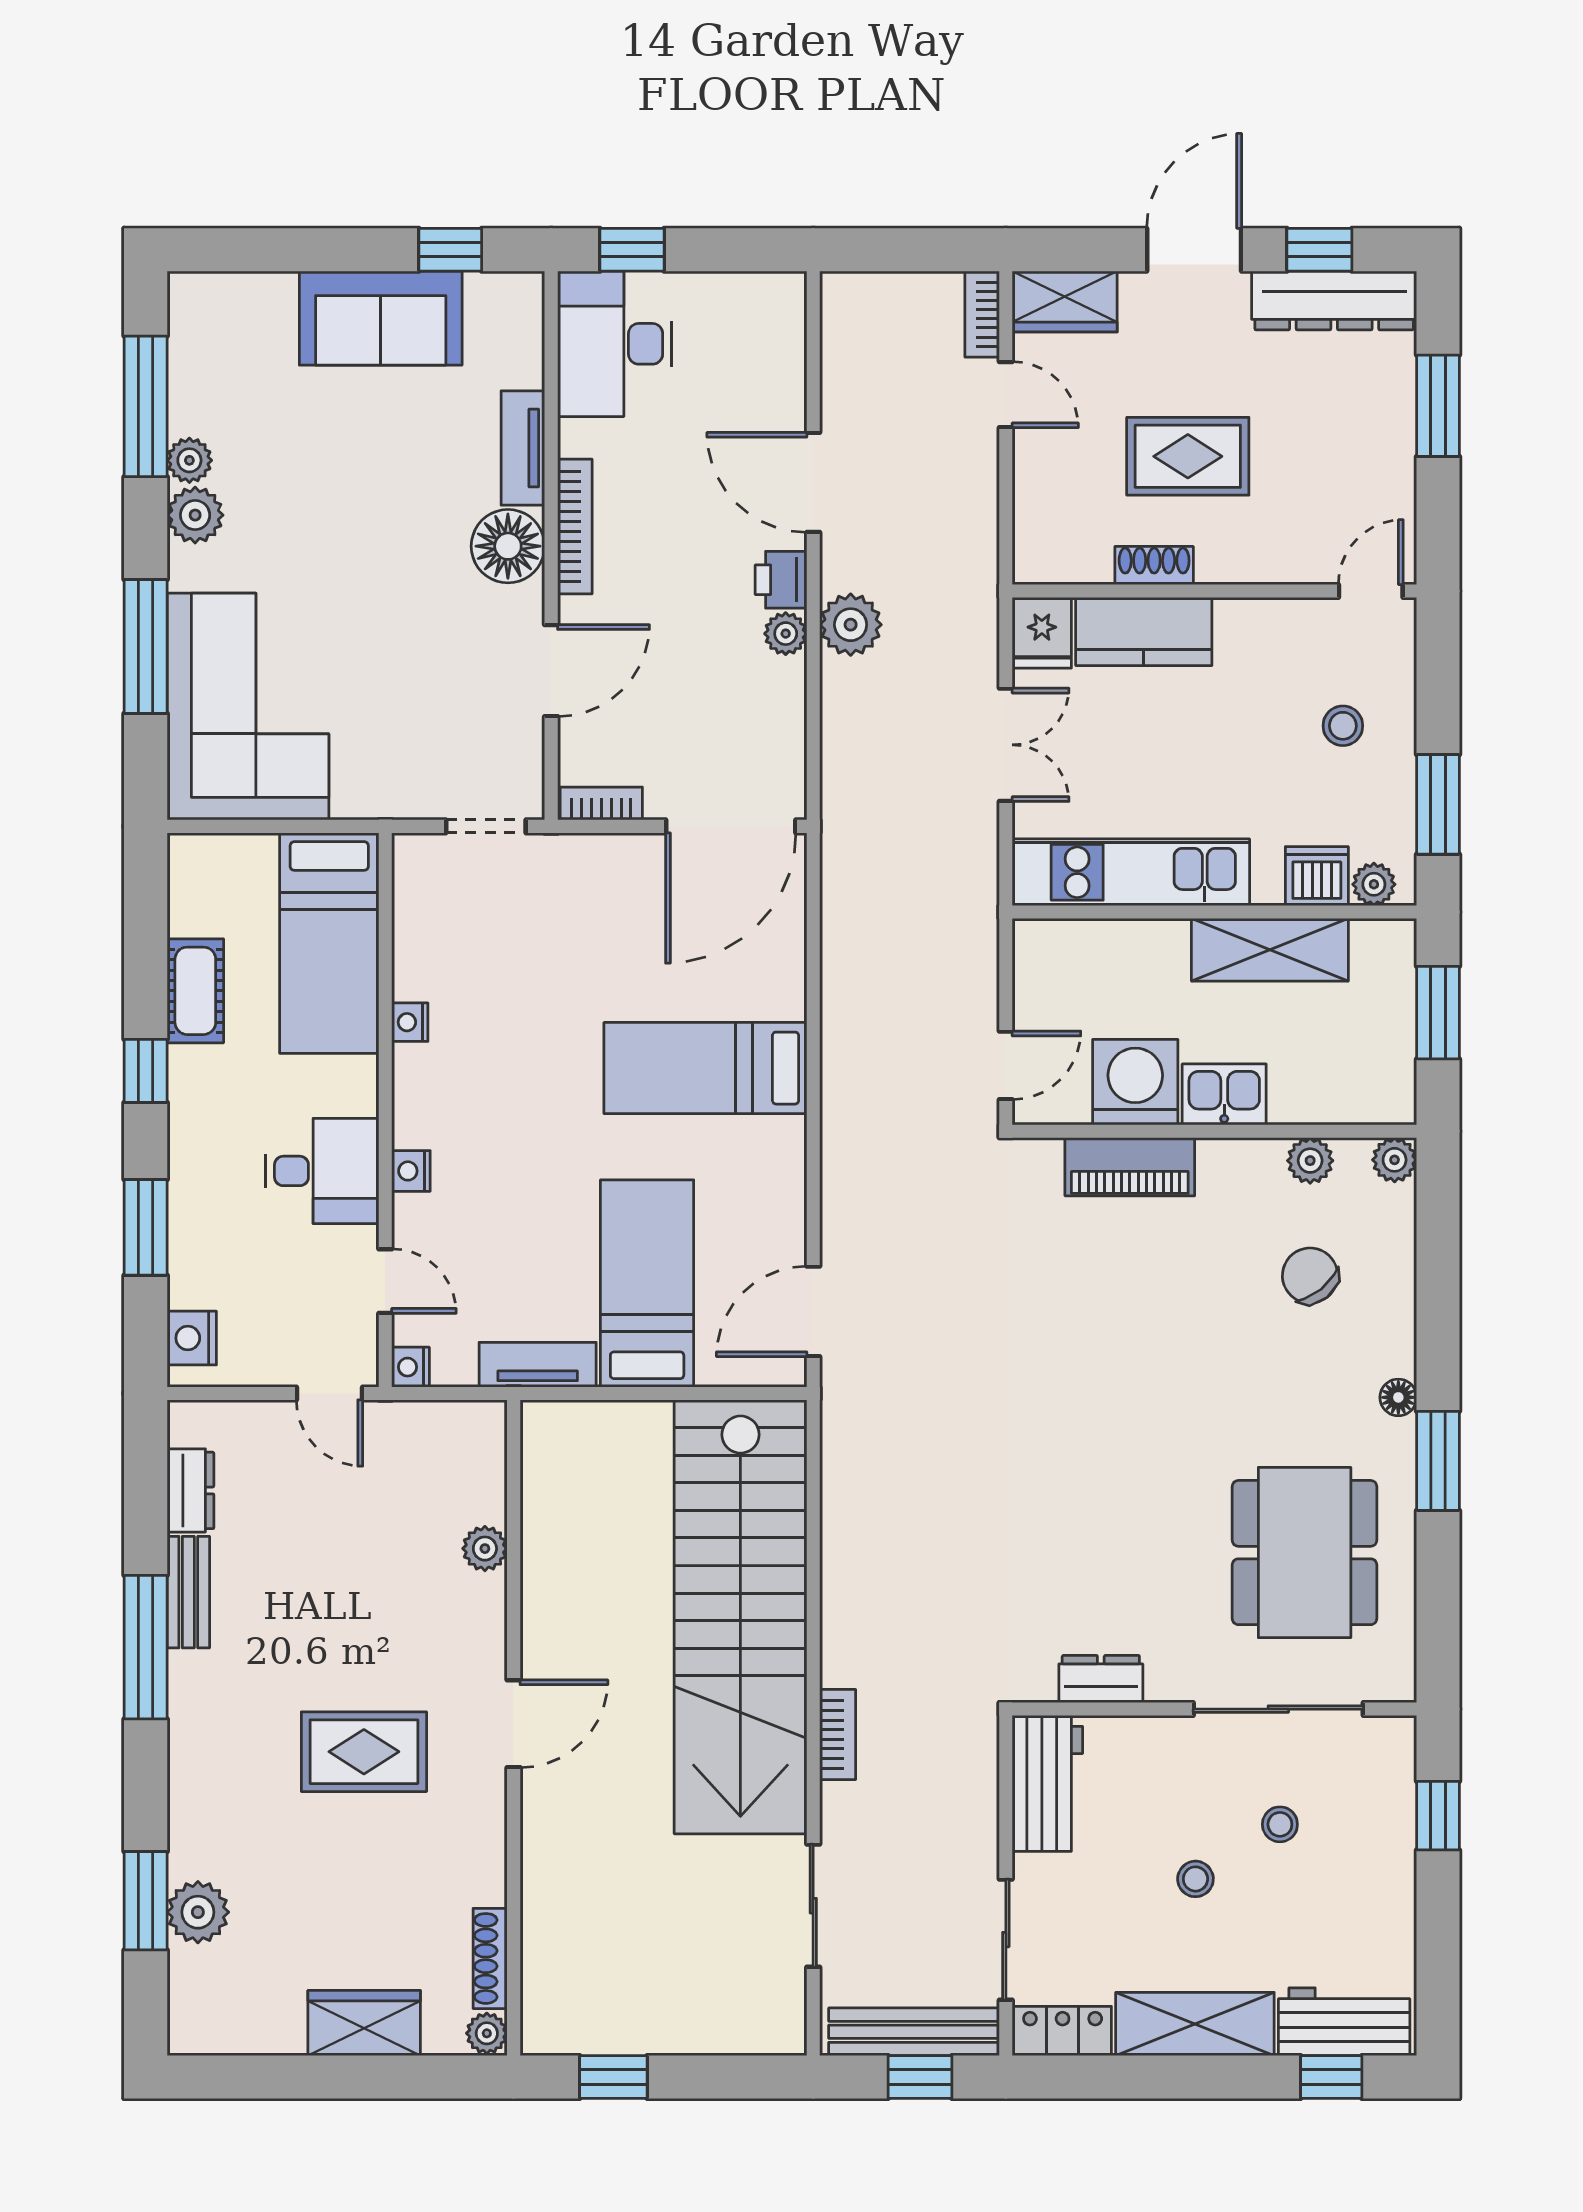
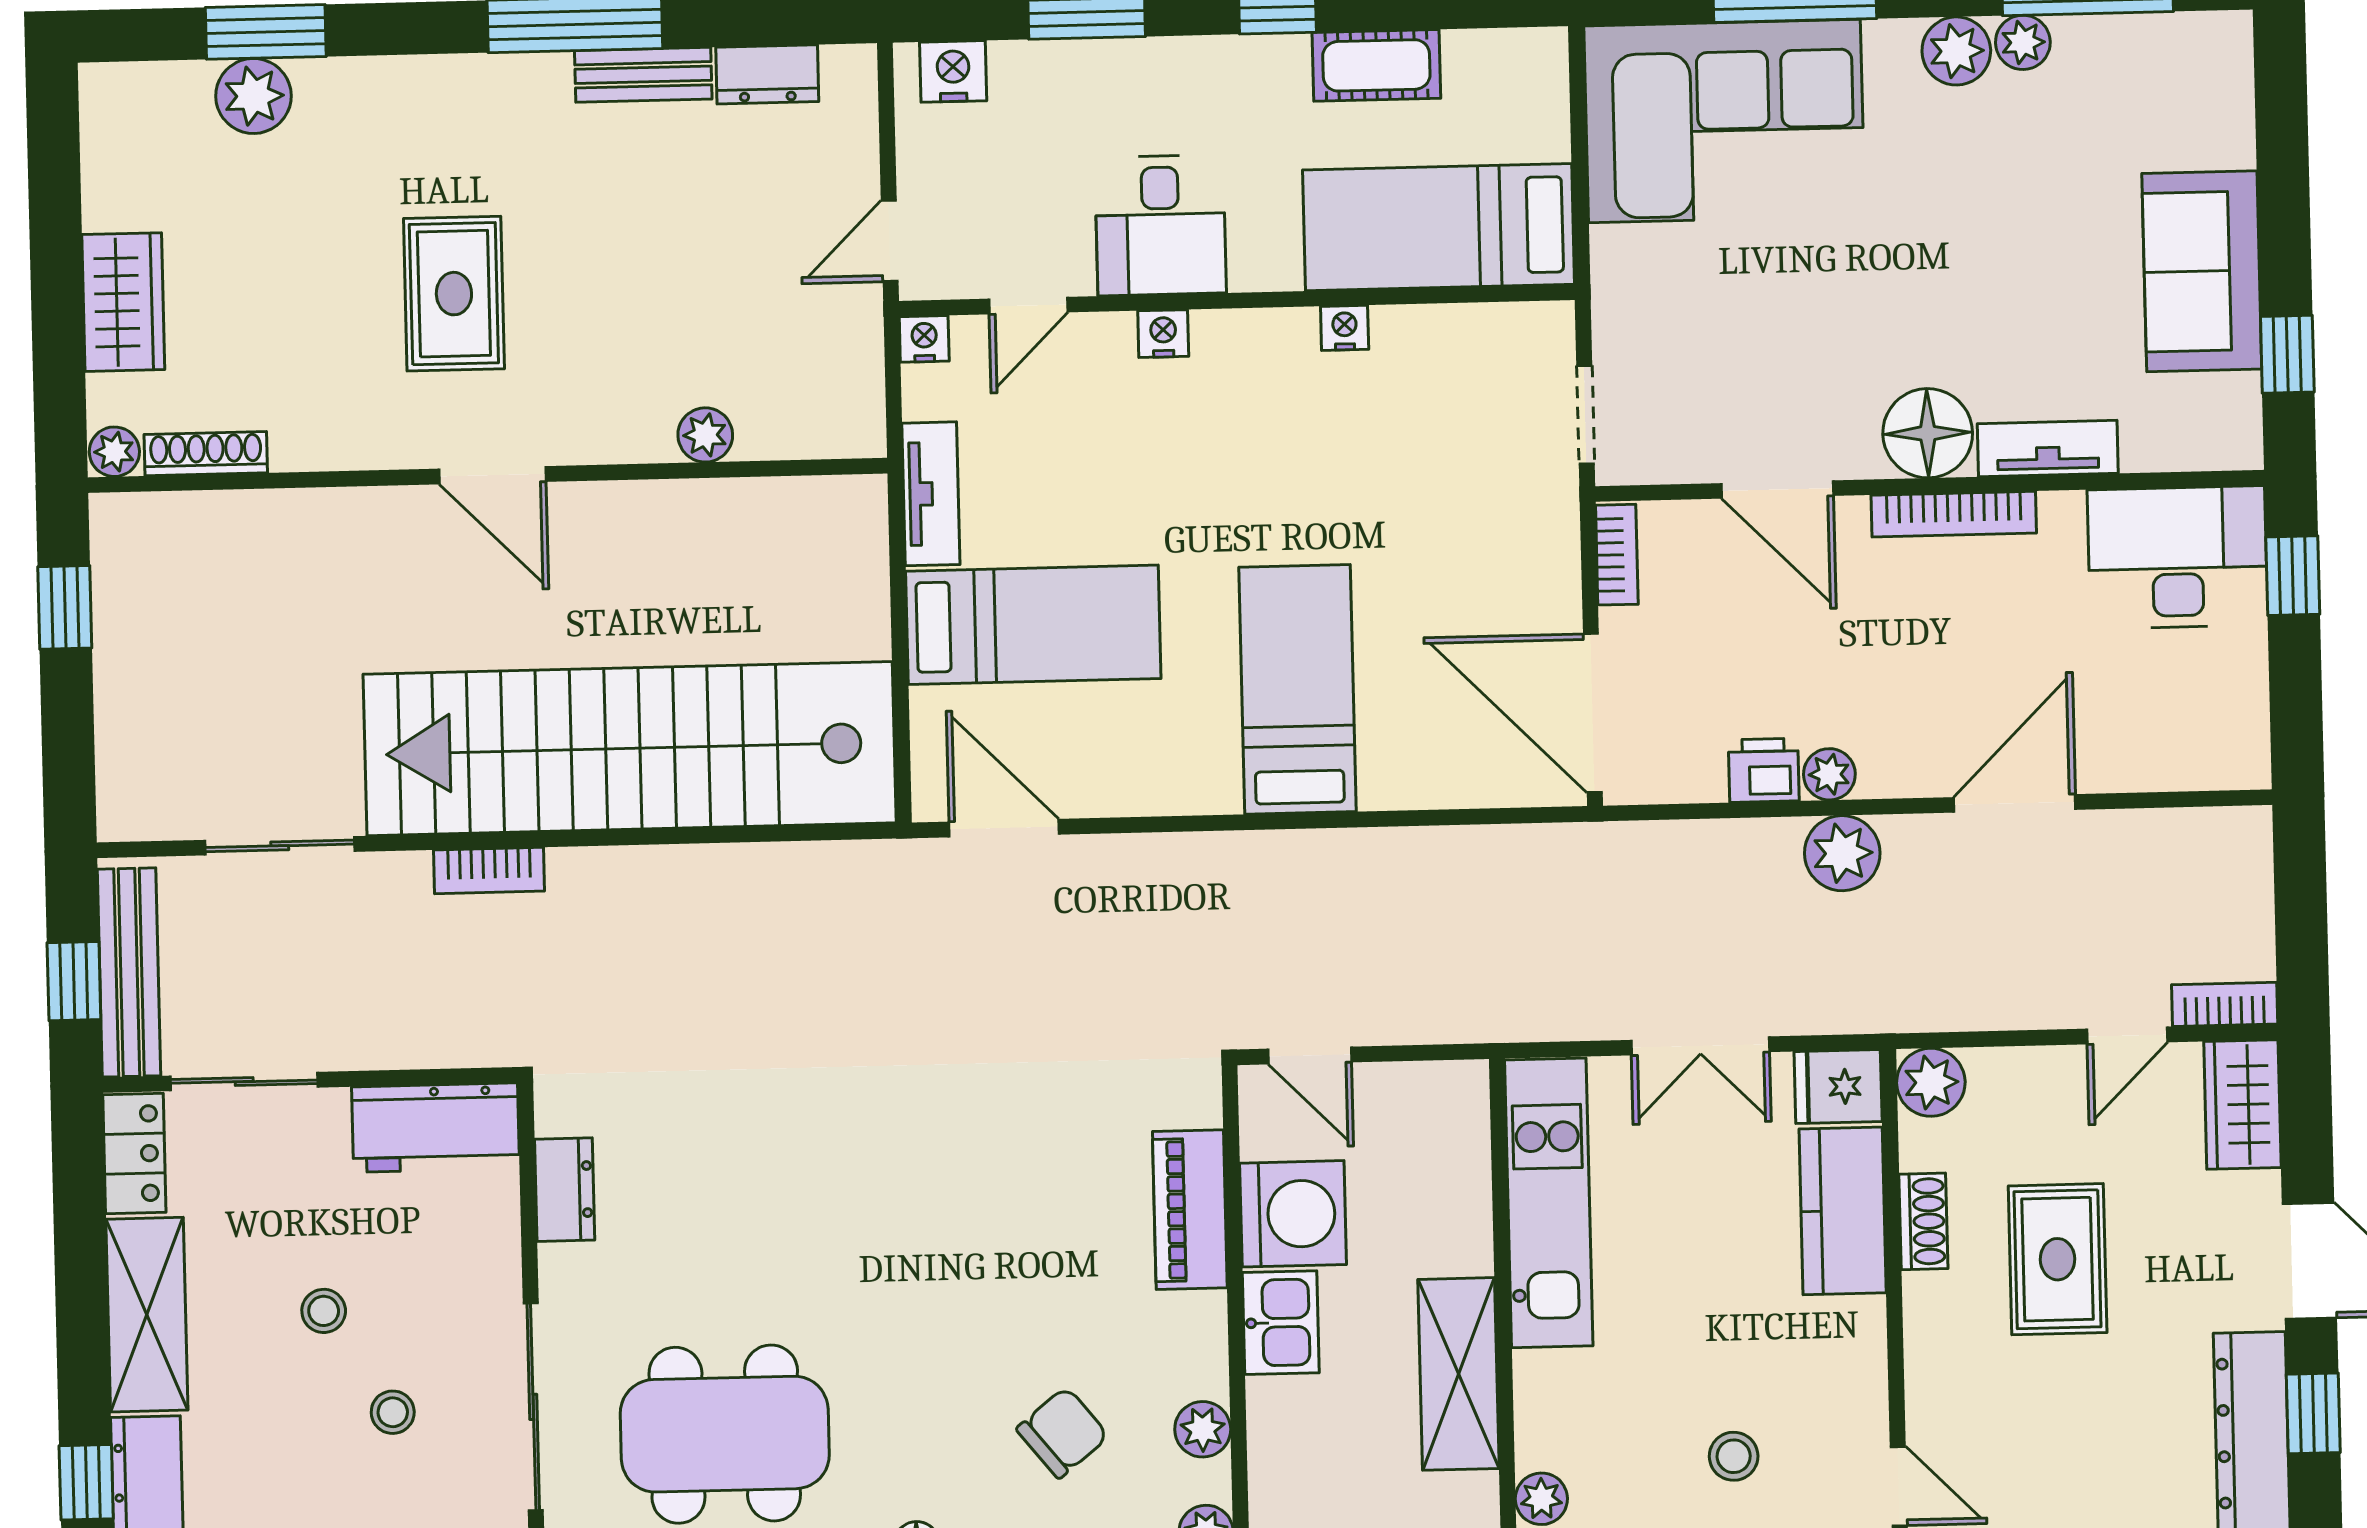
plant: (1040, 557) -> (1931, 1082), added
printer: (781, 580) -> (1764, 770), moved
dishwasher: (1317, 876) -> (1550, 1429), removed

